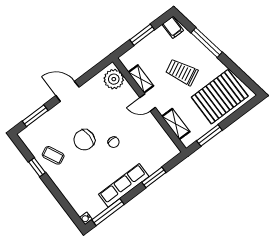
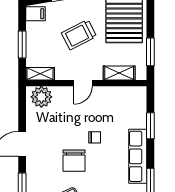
shelving: (141, 79) -> (40, 74), moved

